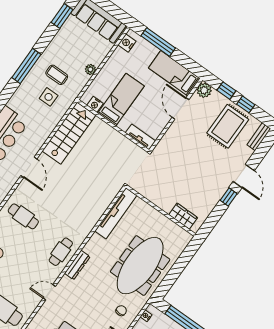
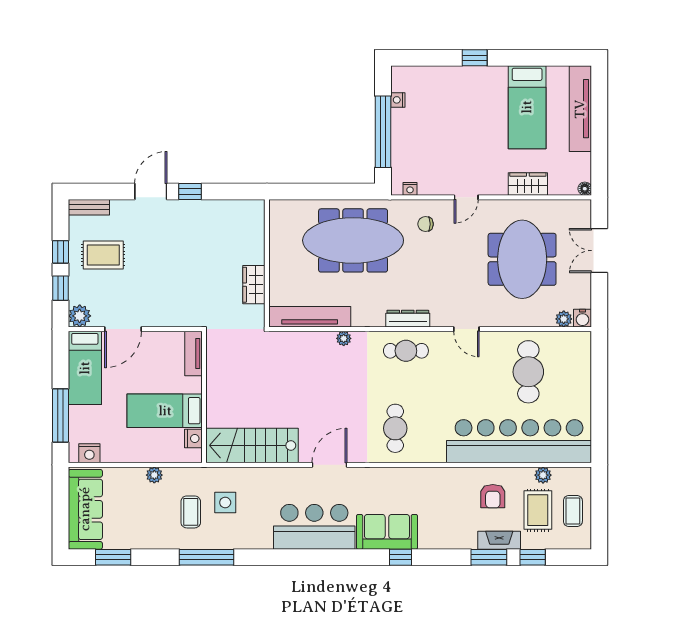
rug: (228, 126) -> (103, 255), width x0.73, depth x0.70
wardrobe: (183, 216) -> (254, 285), moved
plant: (91, 223) -> (344, 338), added

